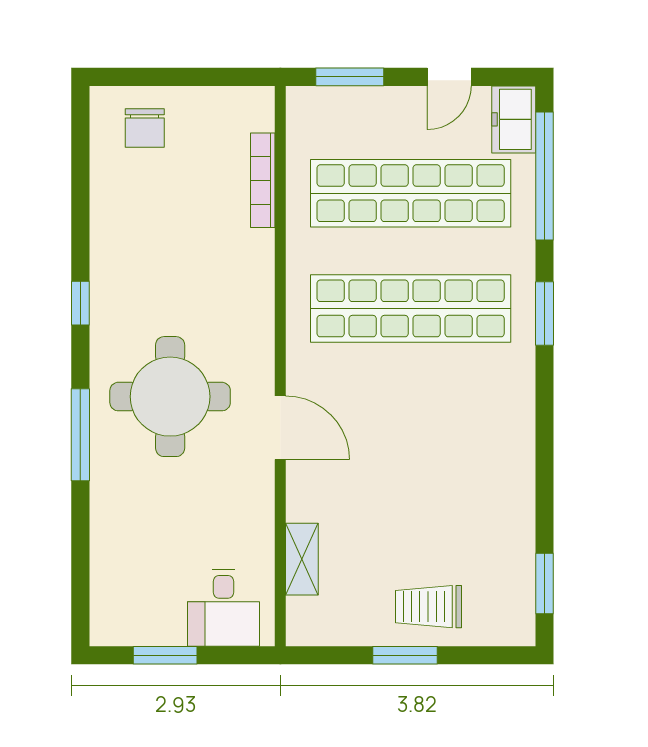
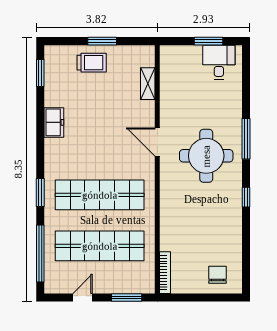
freezer: (514, 119) -> (54, 122), moved
bookcase: (263, 180) -> (165, 273), moved
desk: (224, 608) -> (219, 62), moved

